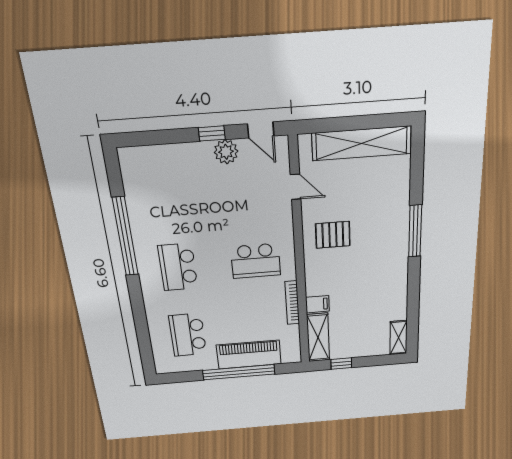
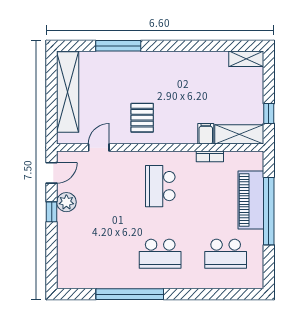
window: (415, 231) -> (118, 46), moved
school desk: (256, 261) -> (160, 186), turned 180
bookcase: (292, 303) -> (210, 156), width x0.64

